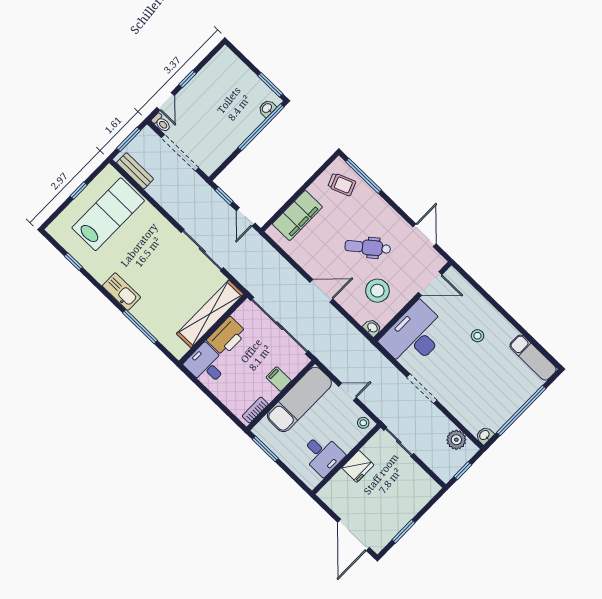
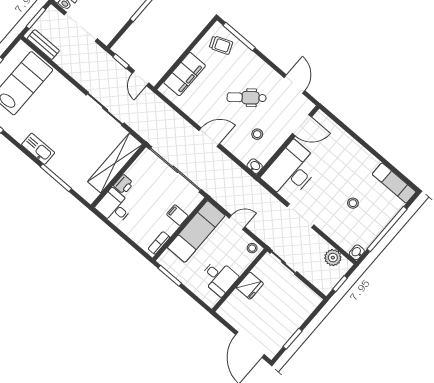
stool: (377, 291) -> (257, 134), width x0.53, depth x0.53
printer: (227, 336) -> (123, 184), width x0.53, depth x0.68
stool: (477, 336) -> (353, 203), moved

